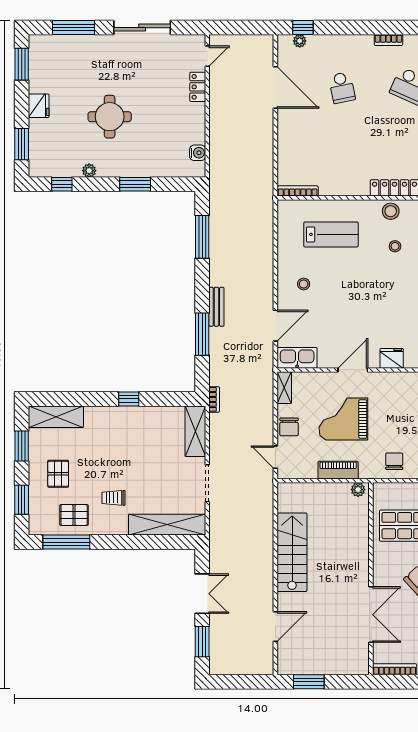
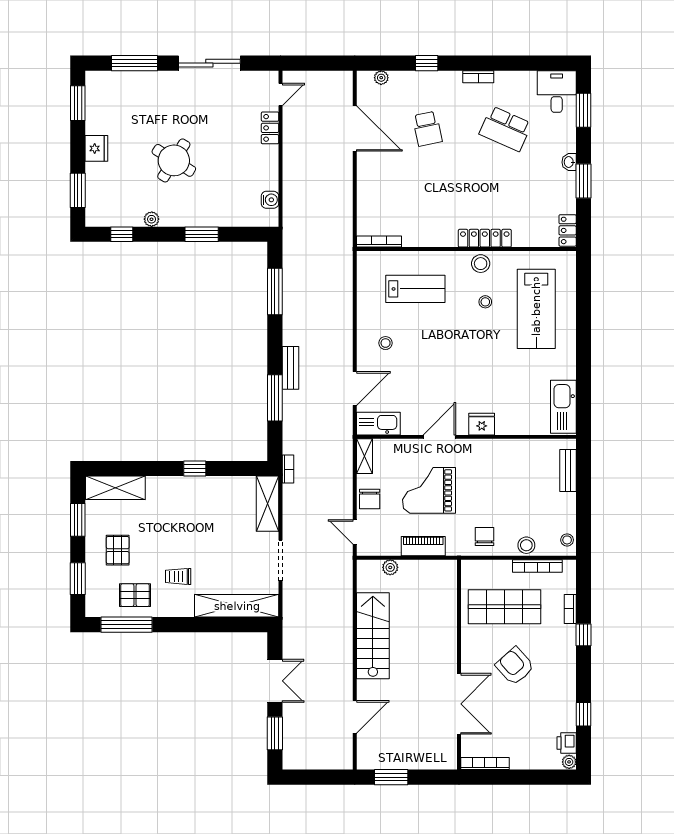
window: (303, 28) -> (427, 63), moved
round table: (110, 117) -> (174, 160), turned 32
plant: (358, 490) -> (390, 567), moved

